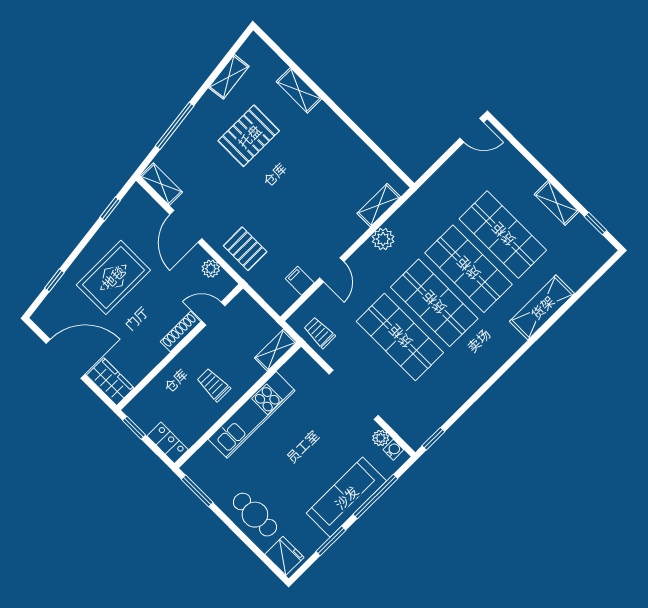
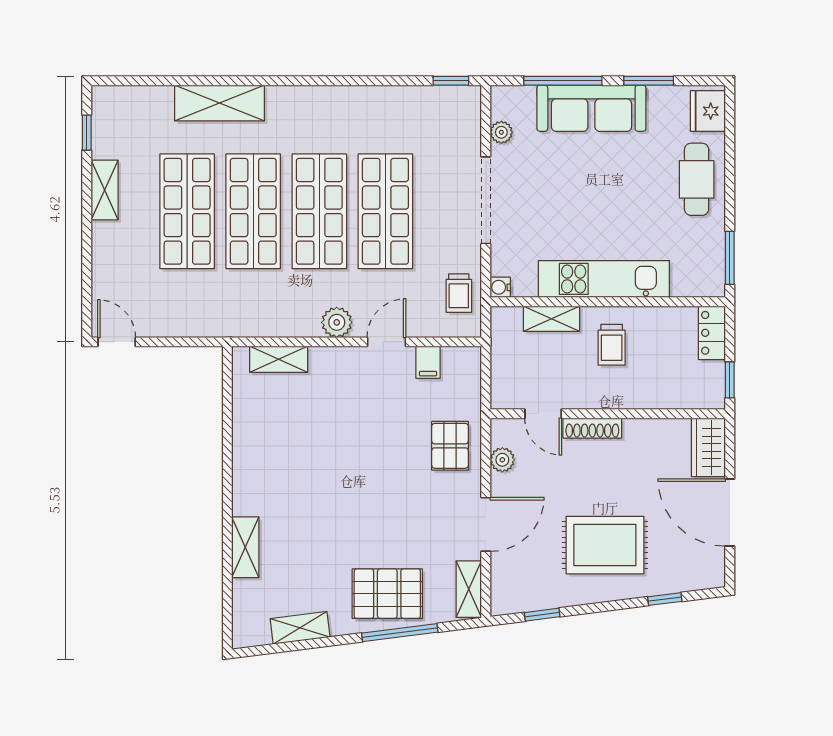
pallet: (249, 136) -> (387, 594), moved
plant: (383, 239) -> (337, 322), moved
shelving: (275, 350) -> (552, 319), moved
water cooler: (393, 450) -> (500, 287), moved

